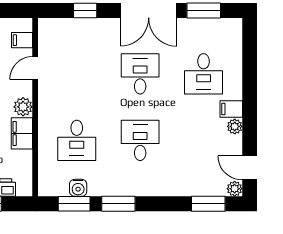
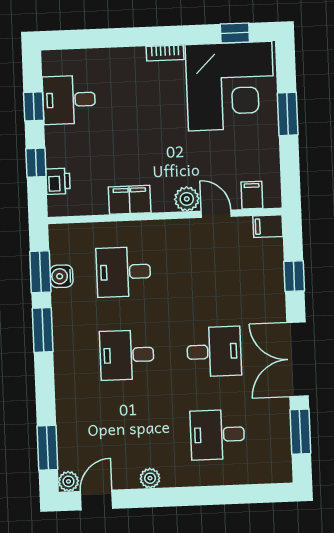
plant: (23, 107) -> (187, 199), moved
filing cabinet: (231, 109) -> (268, 226), moved, turned -90
desk: (140, 140) -> (127, 355), turned 180

